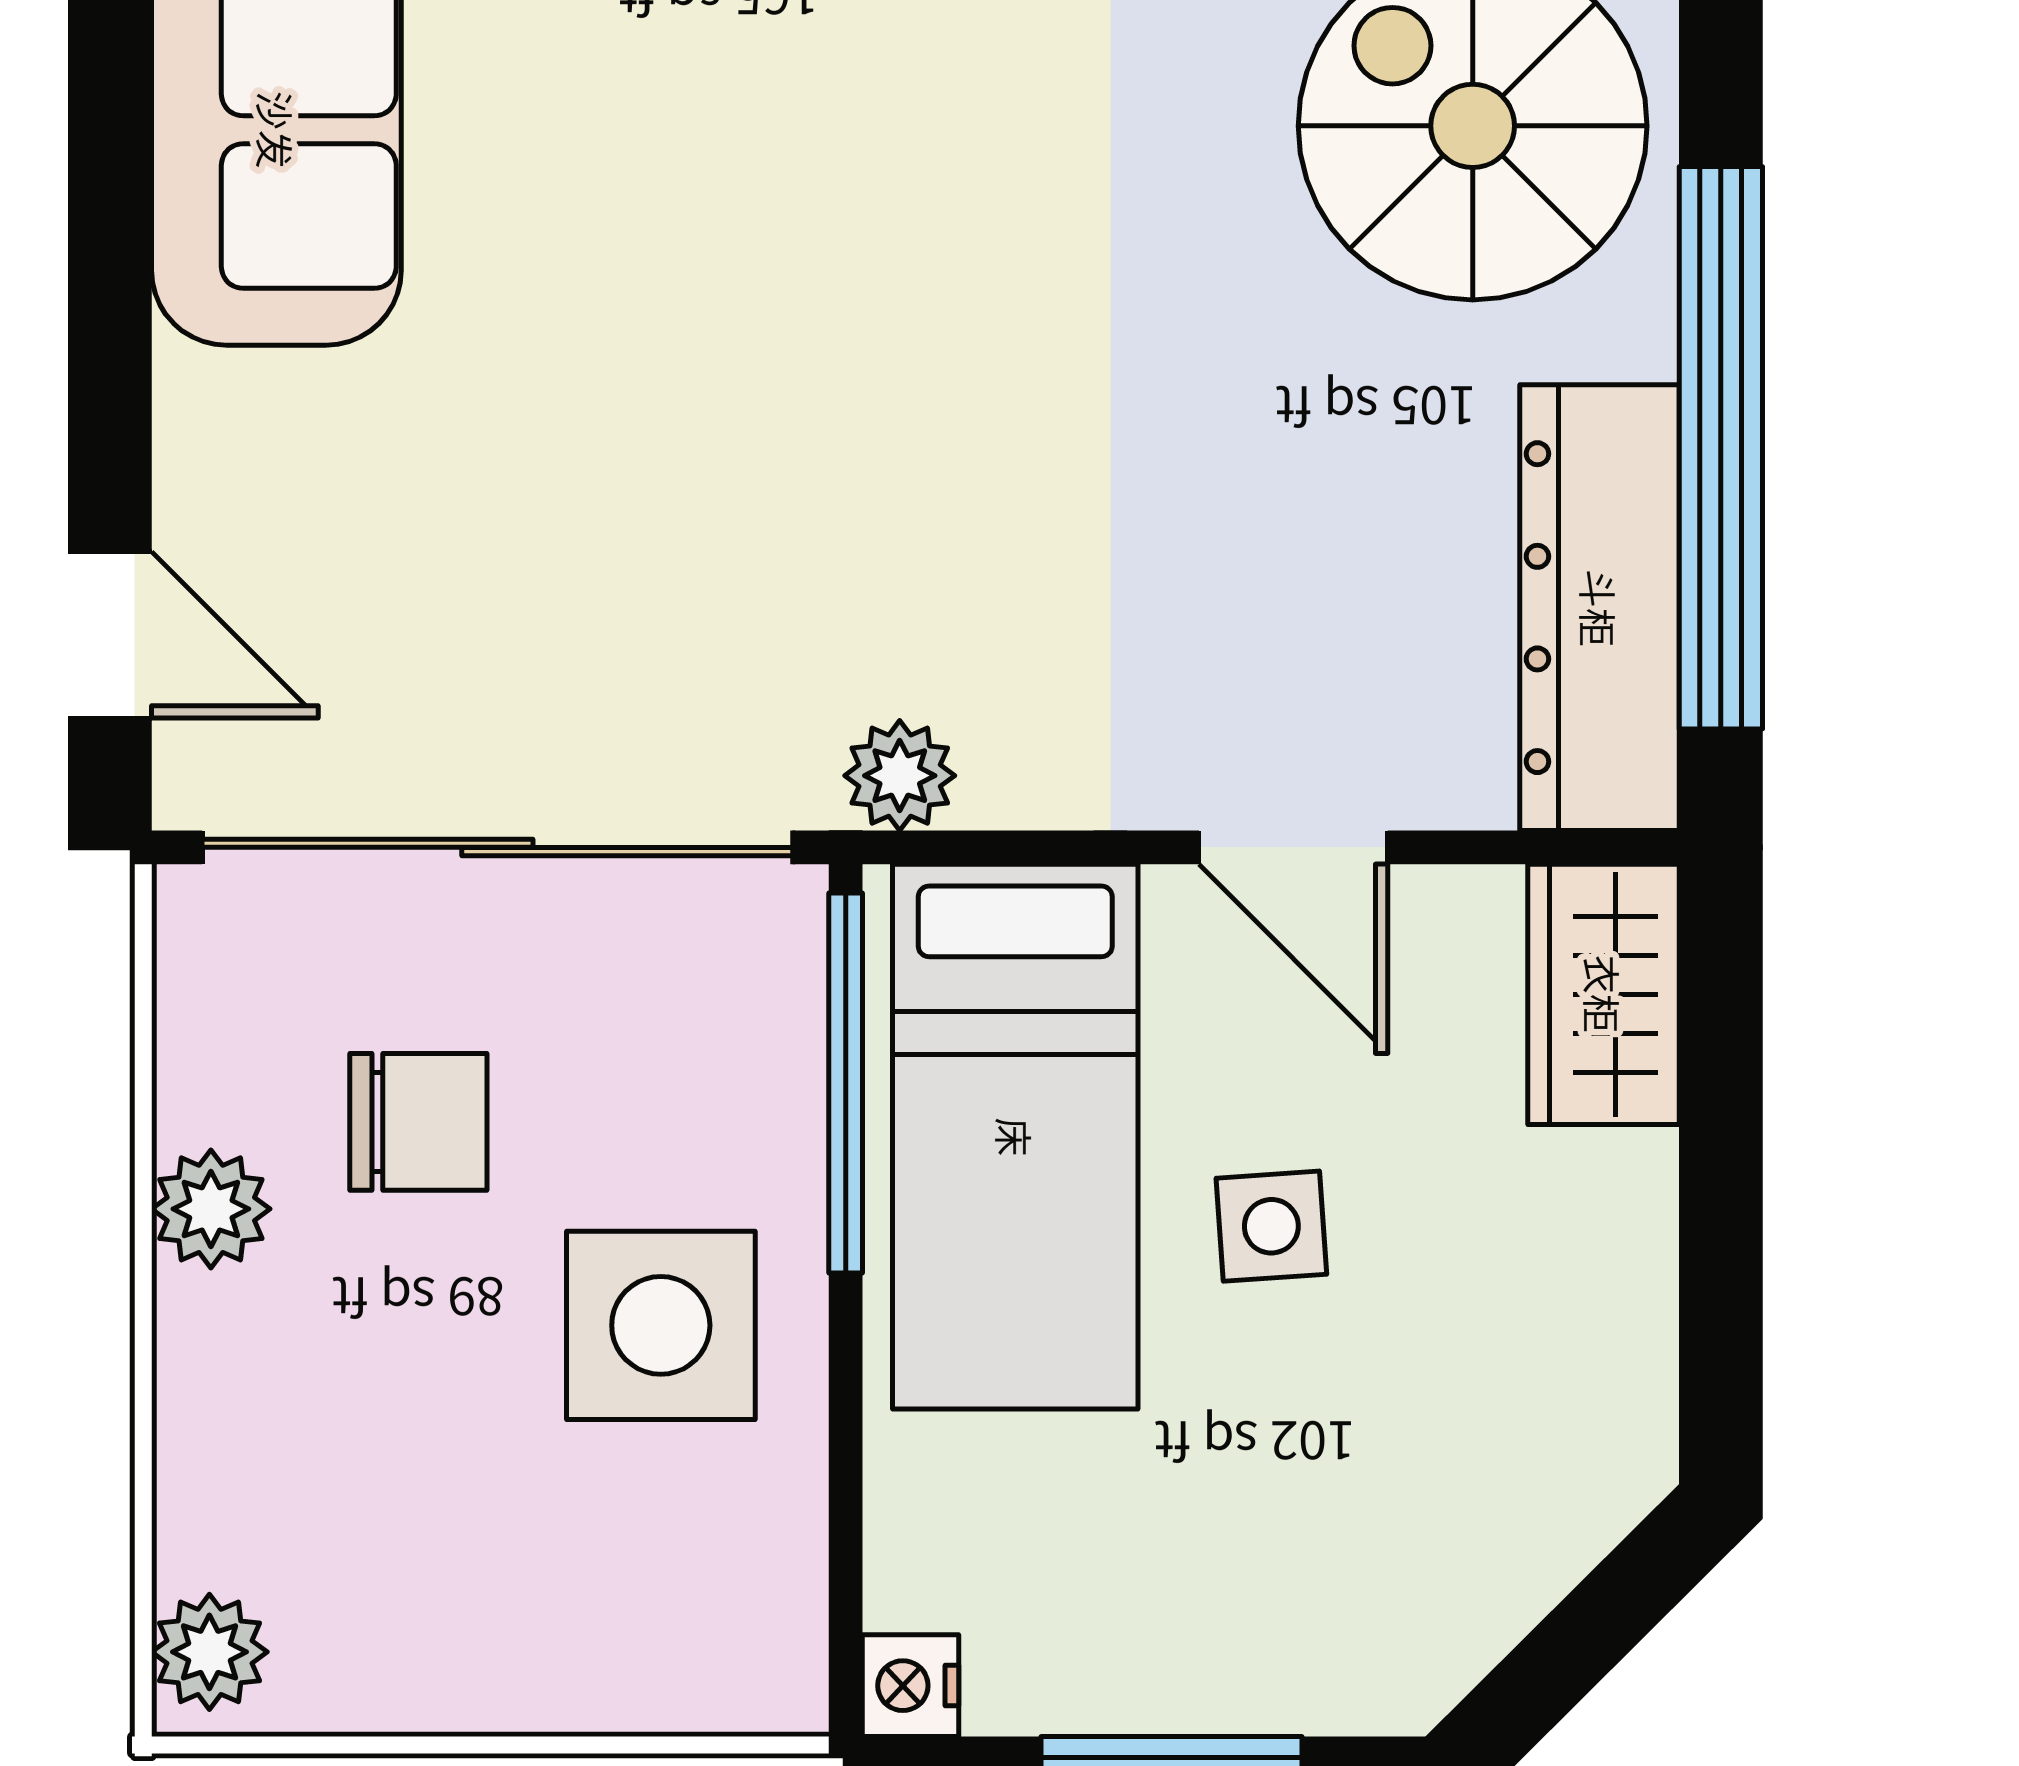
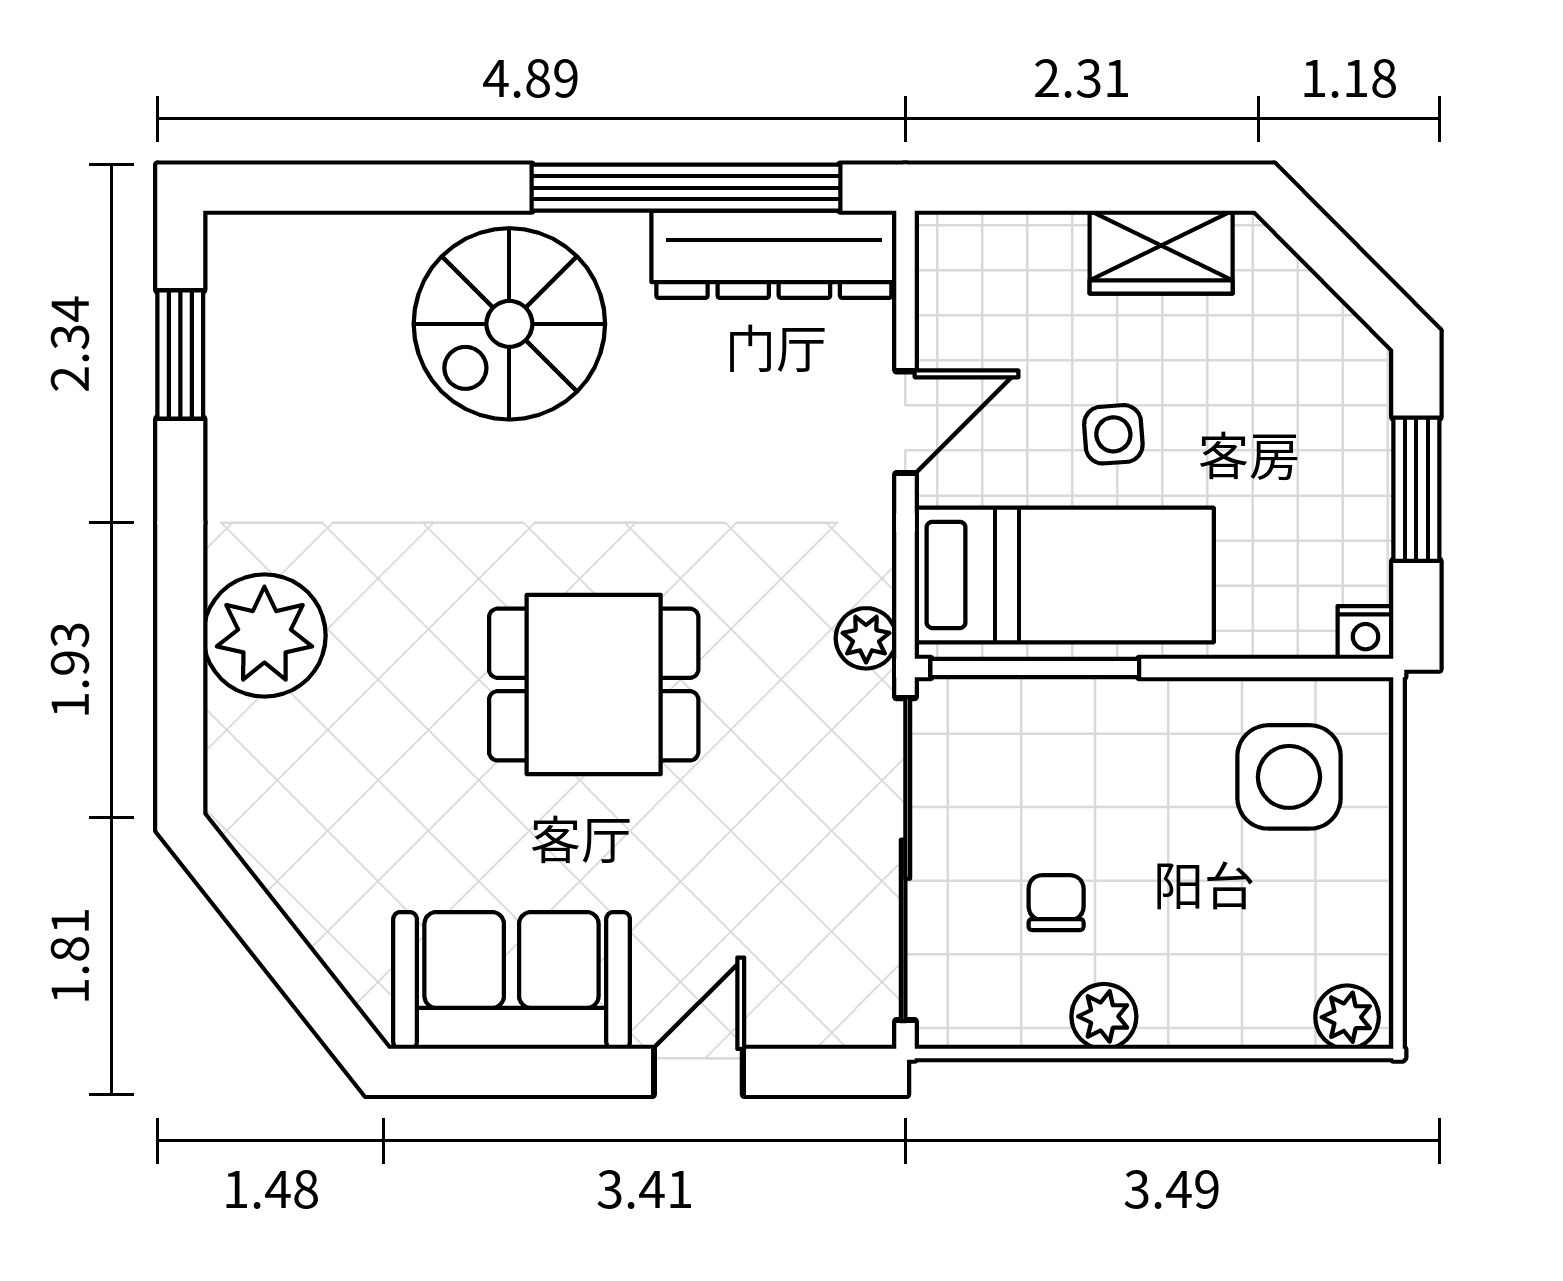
dining table: (816, 280) -> (594, 685), added
door: (110, 635) -> (698, 1072), moved
wardrobe: (1603, 994) -> (1161, 252), moved
chair: (418, 1122) -> (1056, 903), width x0.73, depth x0.73
side table: (661, 1325) -> (1289, 777), moved

